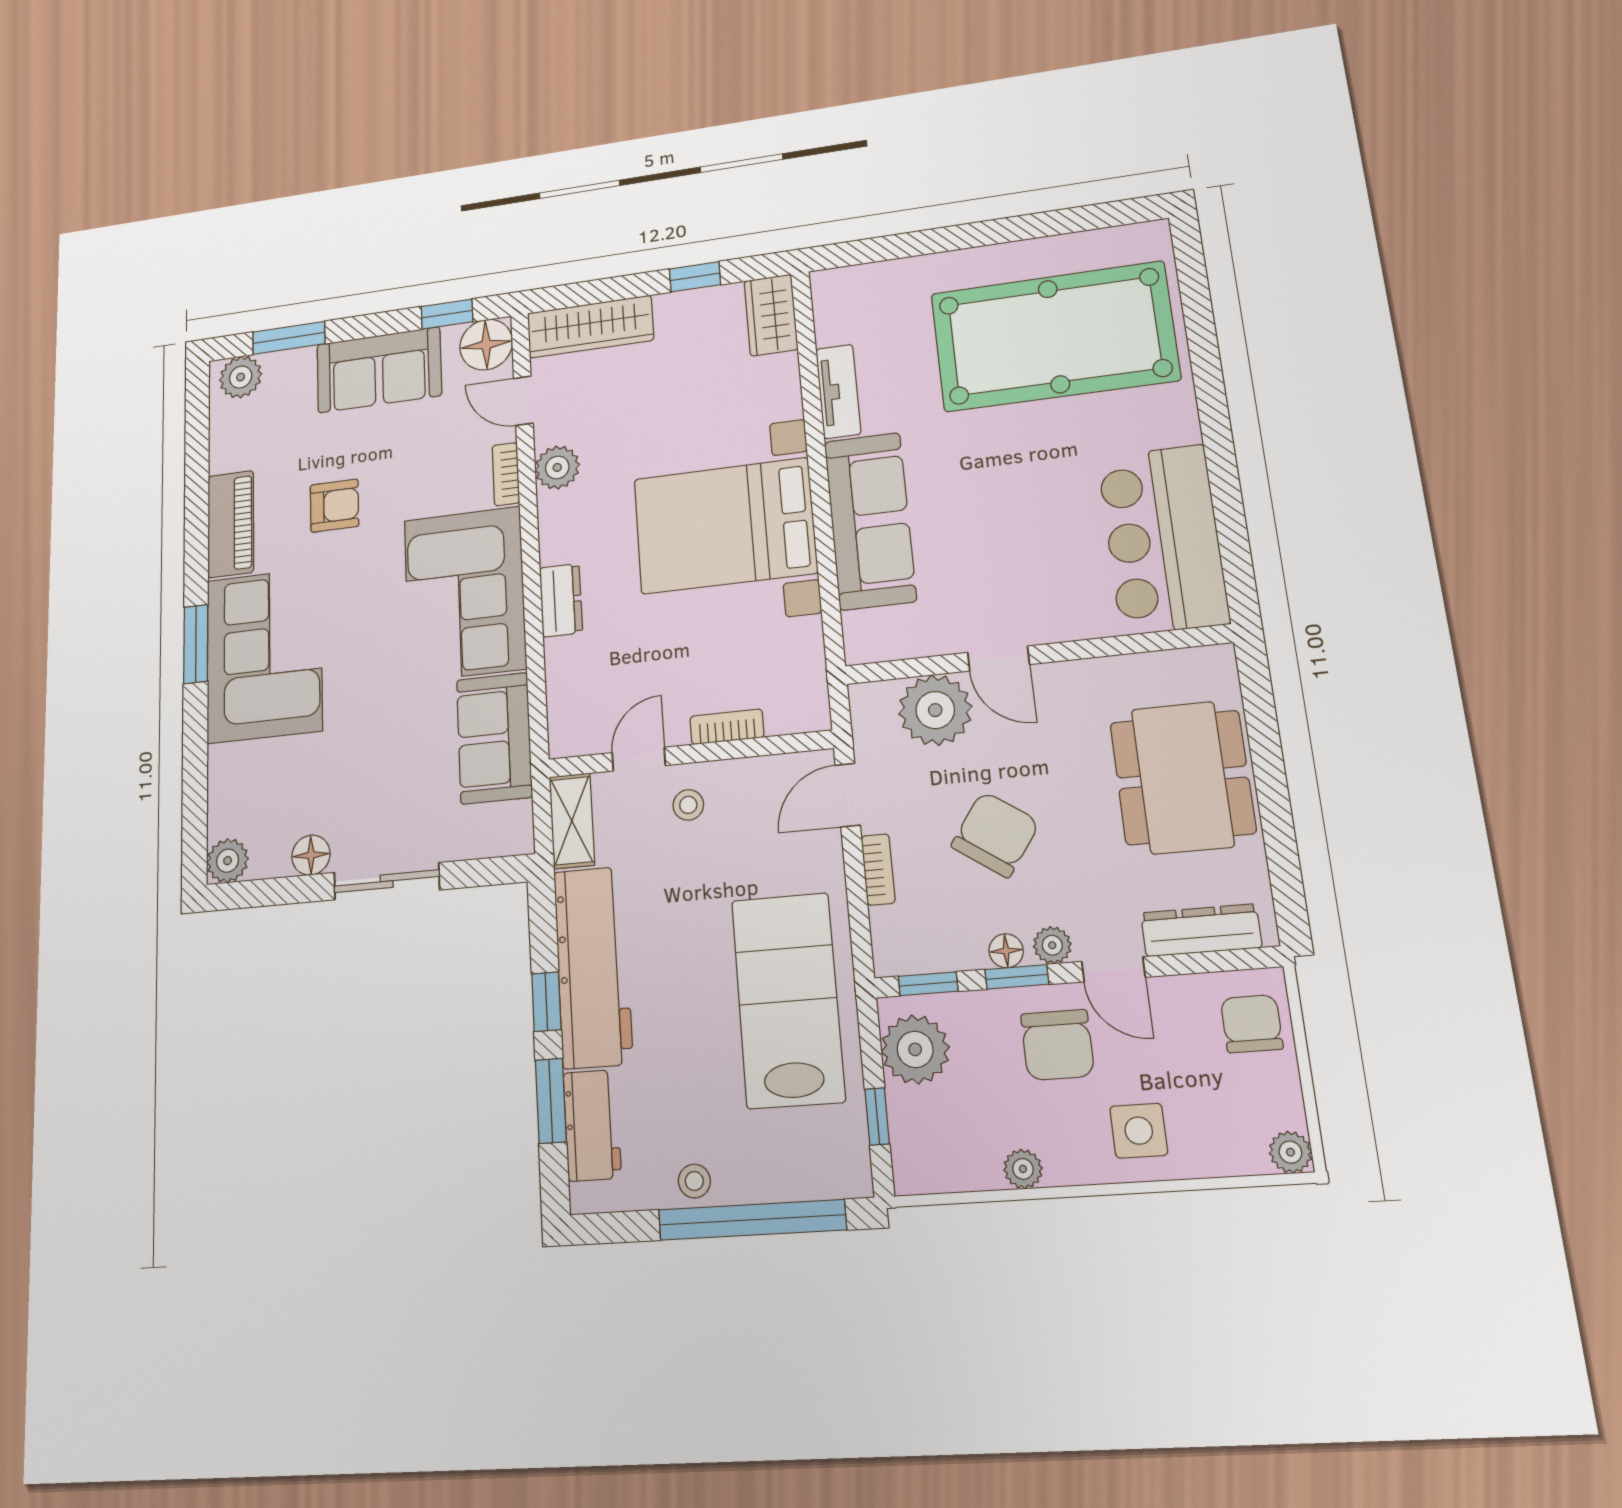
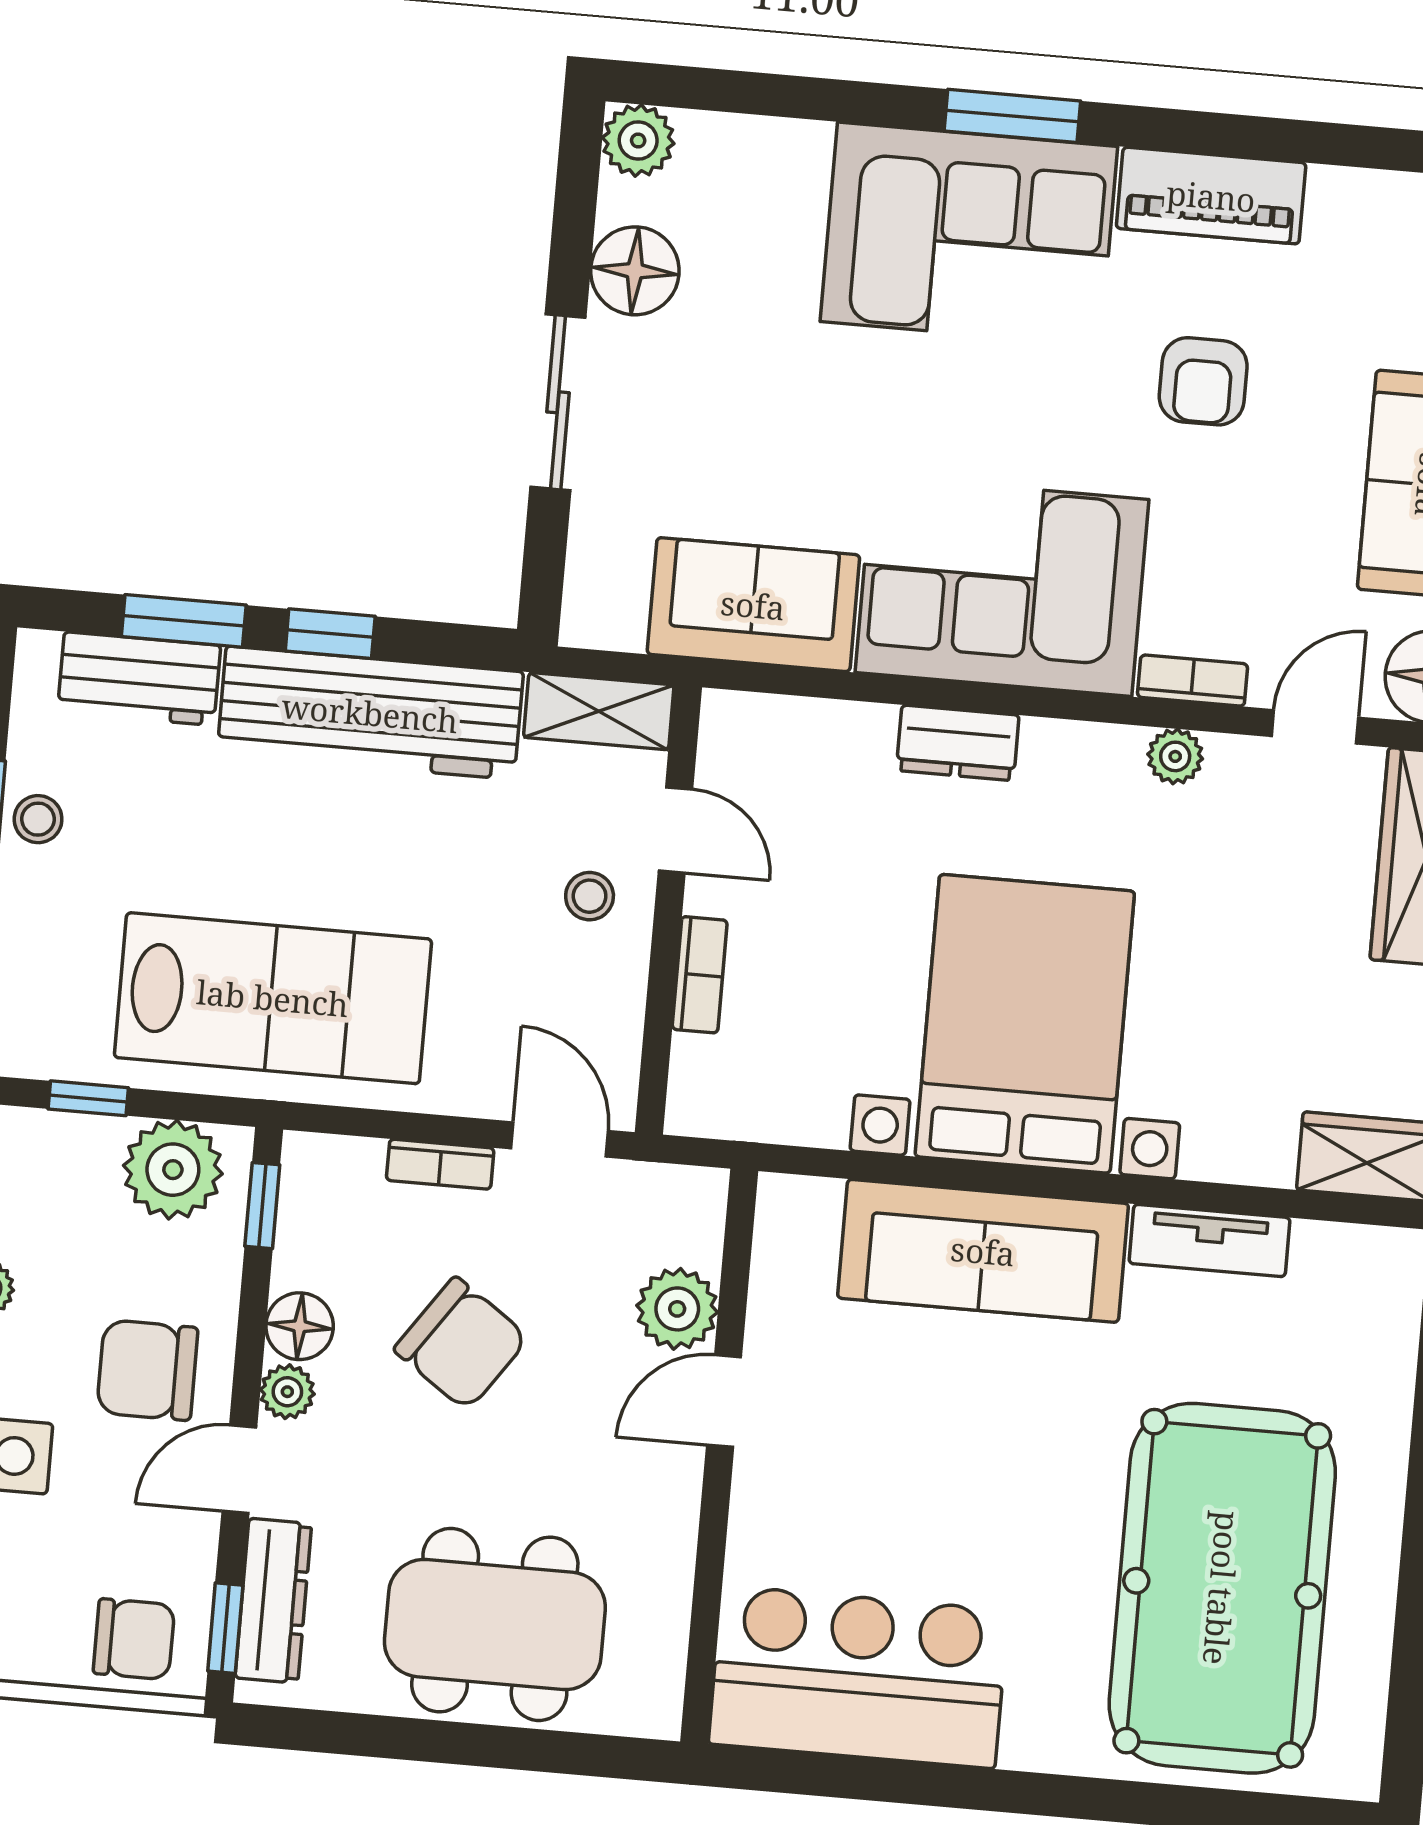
plant: (557, 467) -> (1175, 756), width x0.73, depth x0.73
plant: (935, 710) -> (677, 1309), width x0.73, depth x0.73
floor lamp: (311, 855) -> (635, 271), width x1.38, depth x1.38
floor lamp: (1006, 951) -> (300, 1326), width x1.37, depth x1.37
window: (1017, 977) -> (225, 1628), moved

